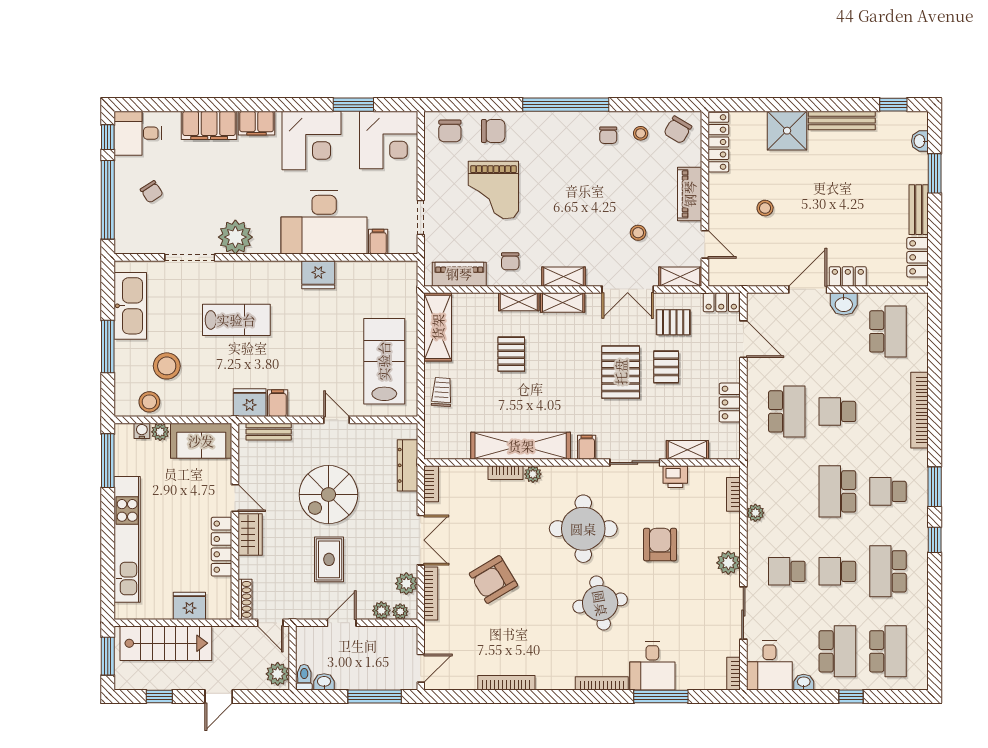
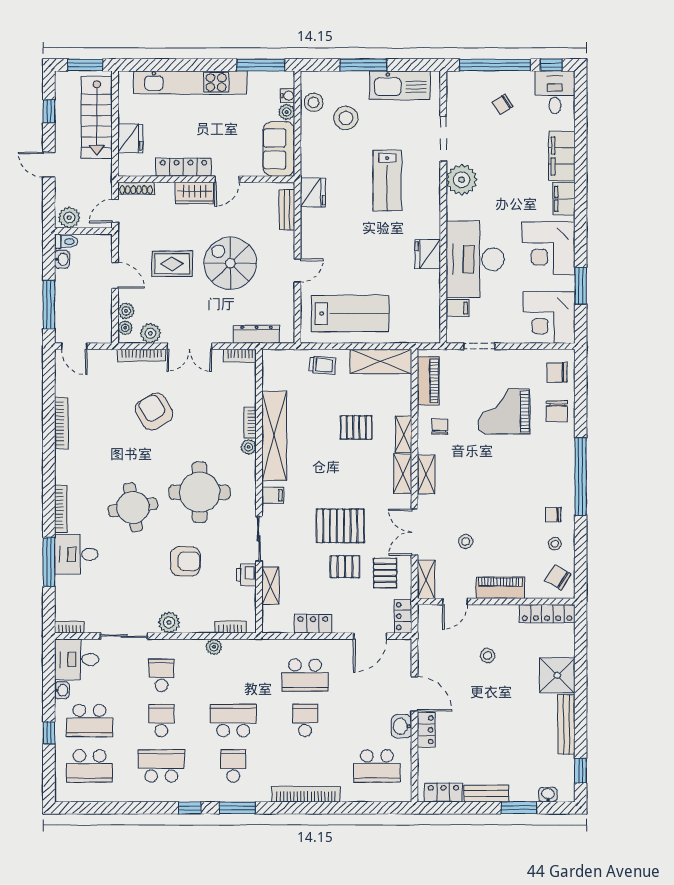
chair: (510, 261) -> (440, 427), turned 90
filing cabinet: (278, 403) -> (312, 218), removed

